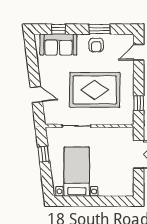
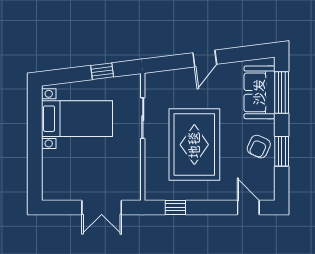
window: (59, 29) -> (282, 93), width x2.17
armchair: (96, 45) -> (259, 147), turned -66
door: (36, 94) -> (205, 58), moved

